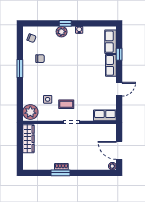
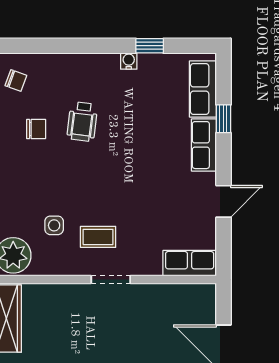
window: (65, 23) -> (150, 46), moved
plant: (62, 32) -> (87, 65), removed
wheelchair: (60, 55) -> (82, 122), added

